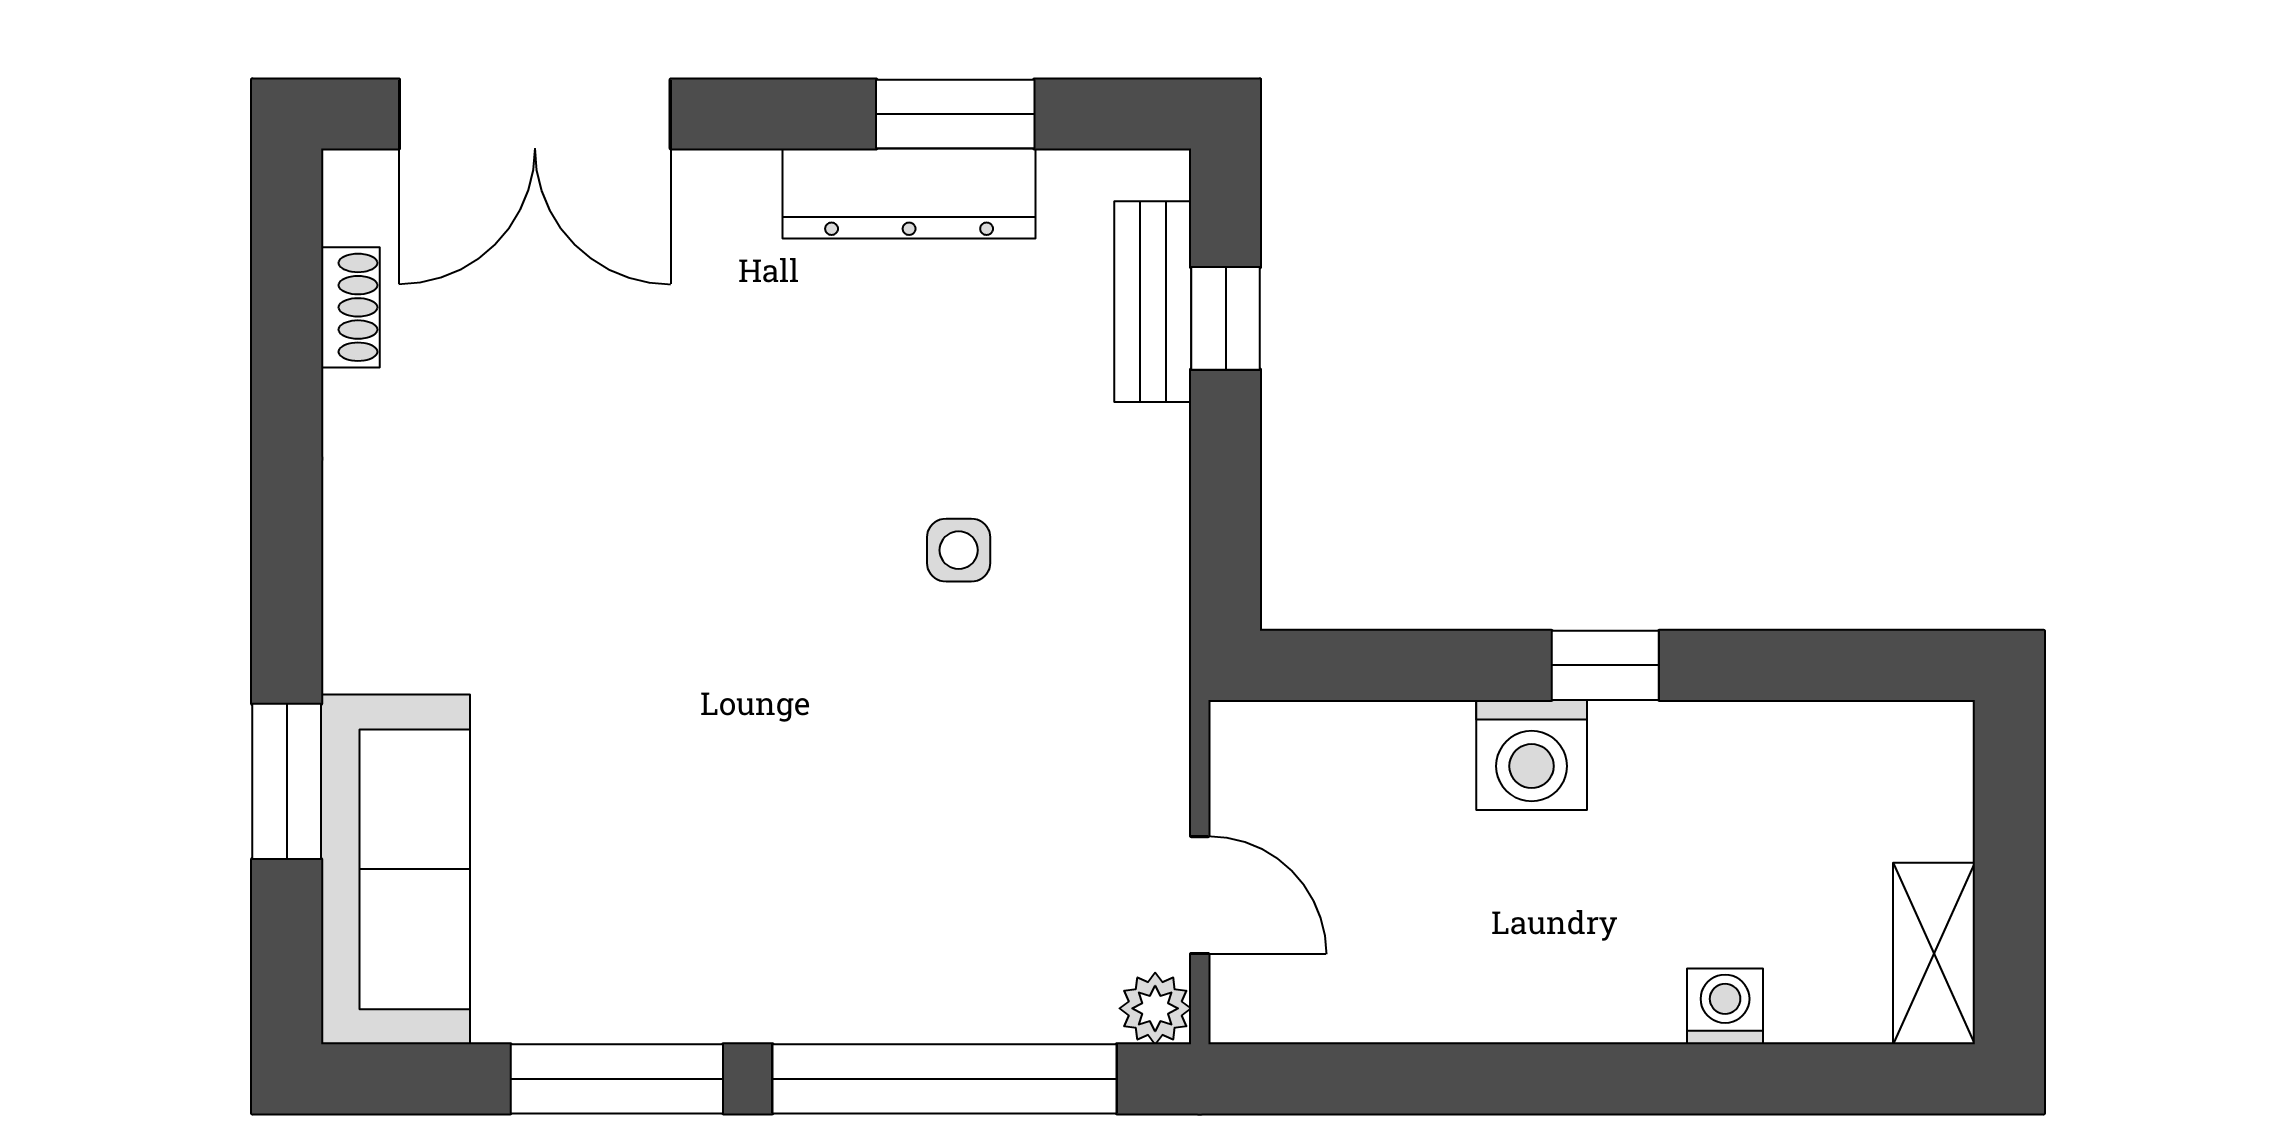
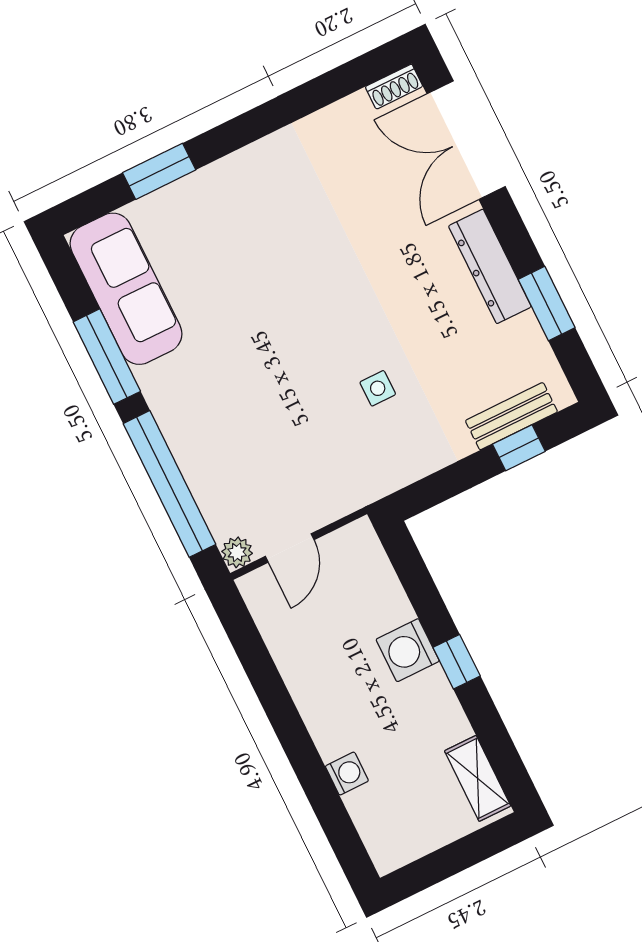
dresser: (909, 194) -> (490, 266), moved
shoe rack: (350, 307) -> (394, 87), moved
sofa: (395, 869) -> (126, 289), moved, turned -90
shelving: (1934, 953) -> (478, 778), moved, turned 90

